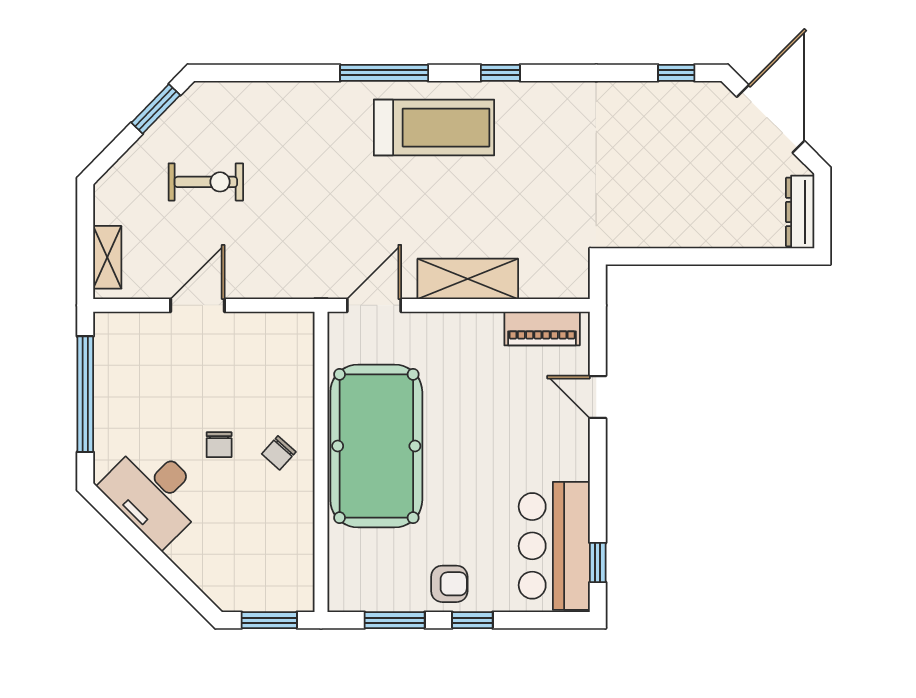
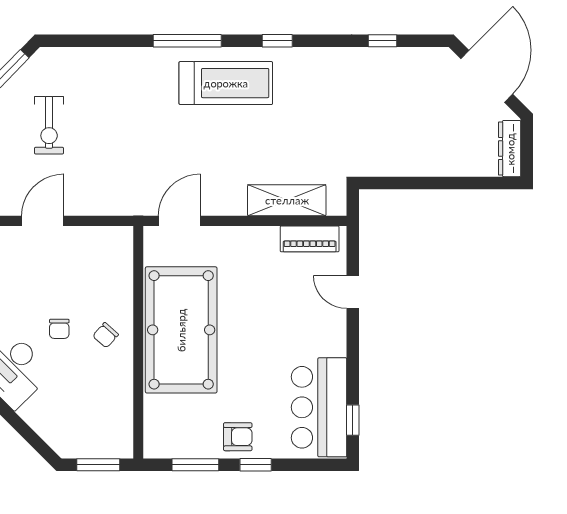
window: (676, 73) -> (382, 41), moved
exercise bike: (206, 182) -> (49, 125), turned 90
shelving: (468, 279) -> (287, 200), moved

